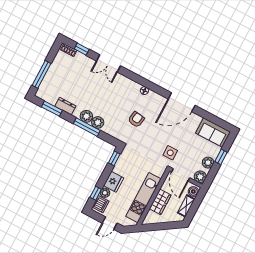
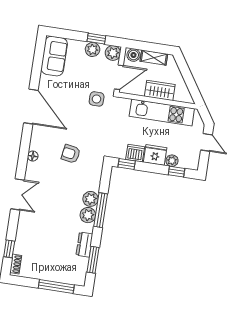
double door: (109, 63) -> (17, 194), moved
window: (221, 157) -> (96, 39), moved
dishwasher: (101, 204) -> (135, 153), moved

